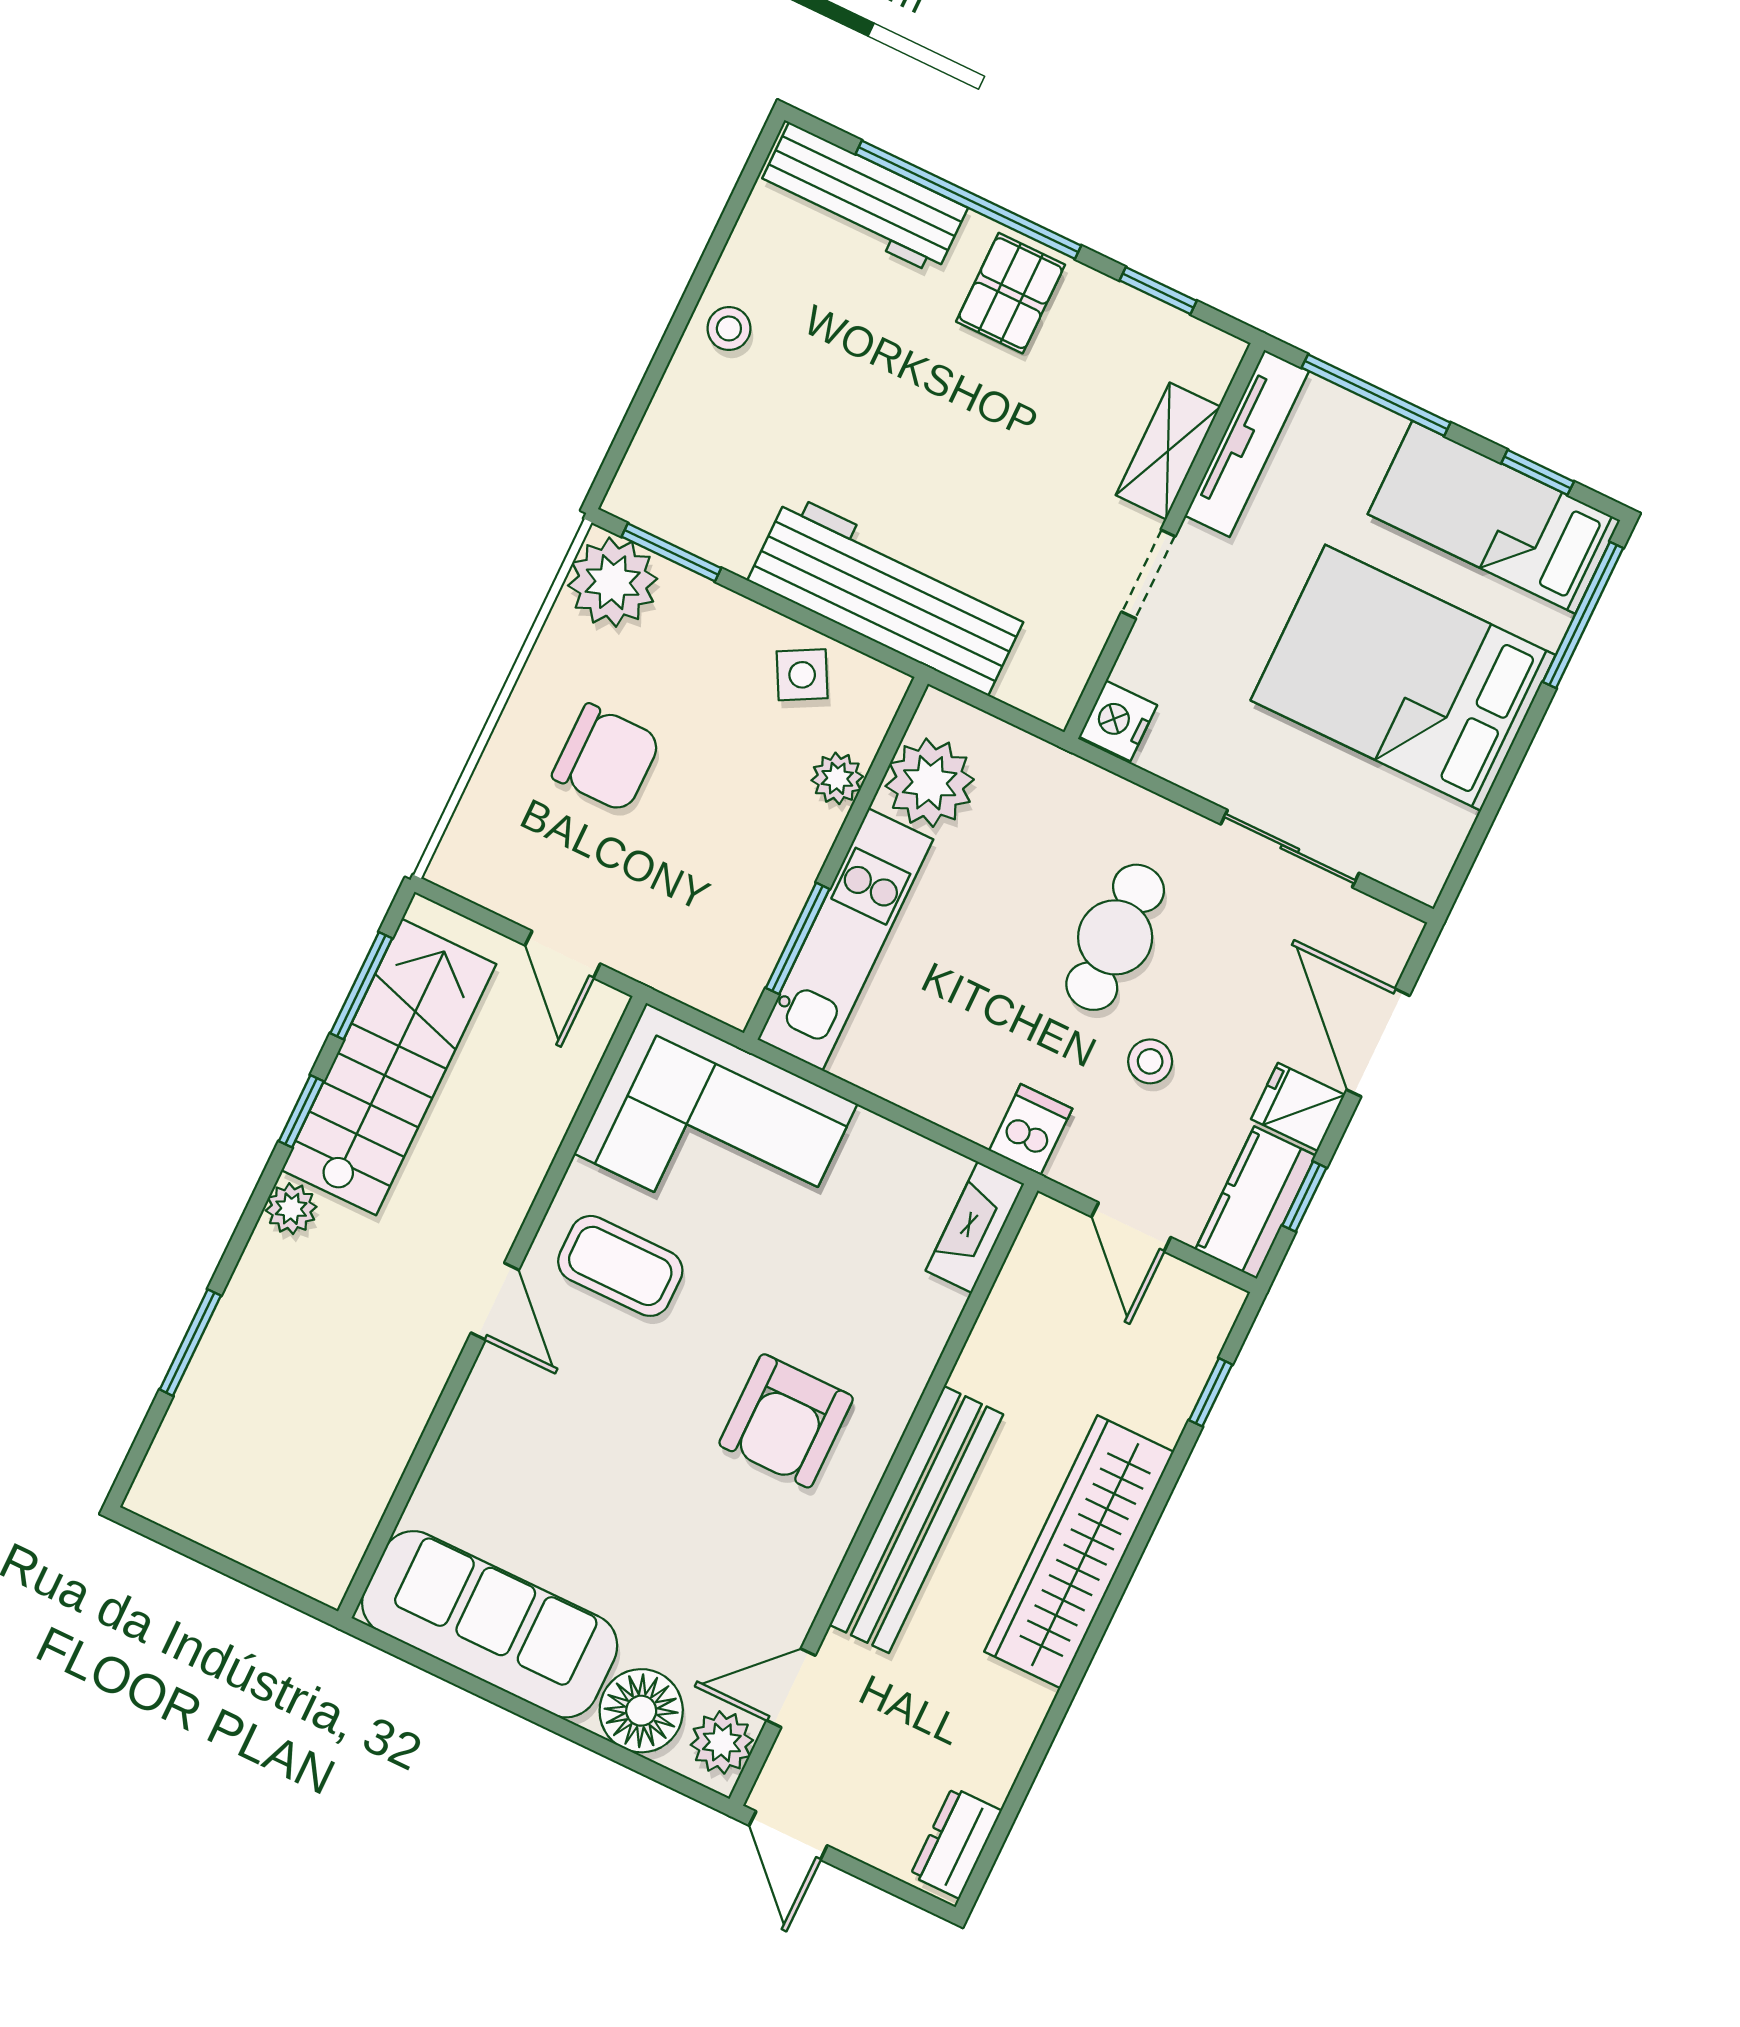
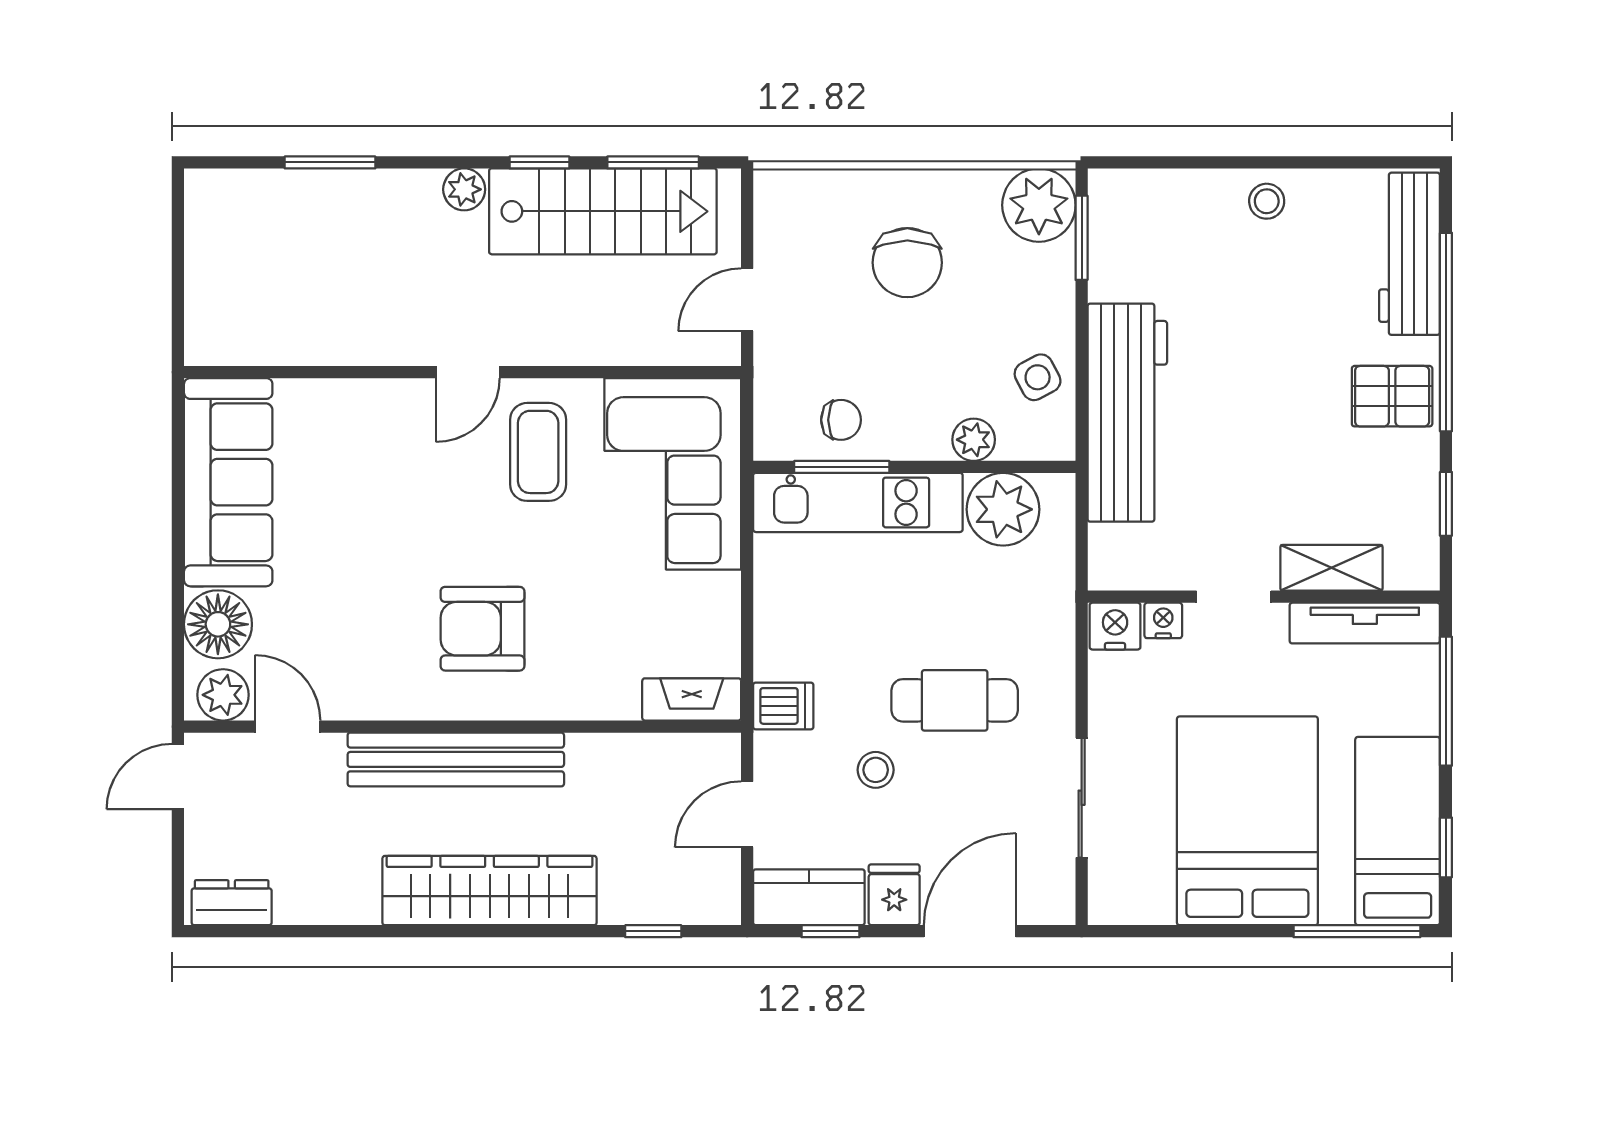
nightstand: (1137, 665) -> (1163, 620), added
chair: (745, 914) -> (841, 420), added

